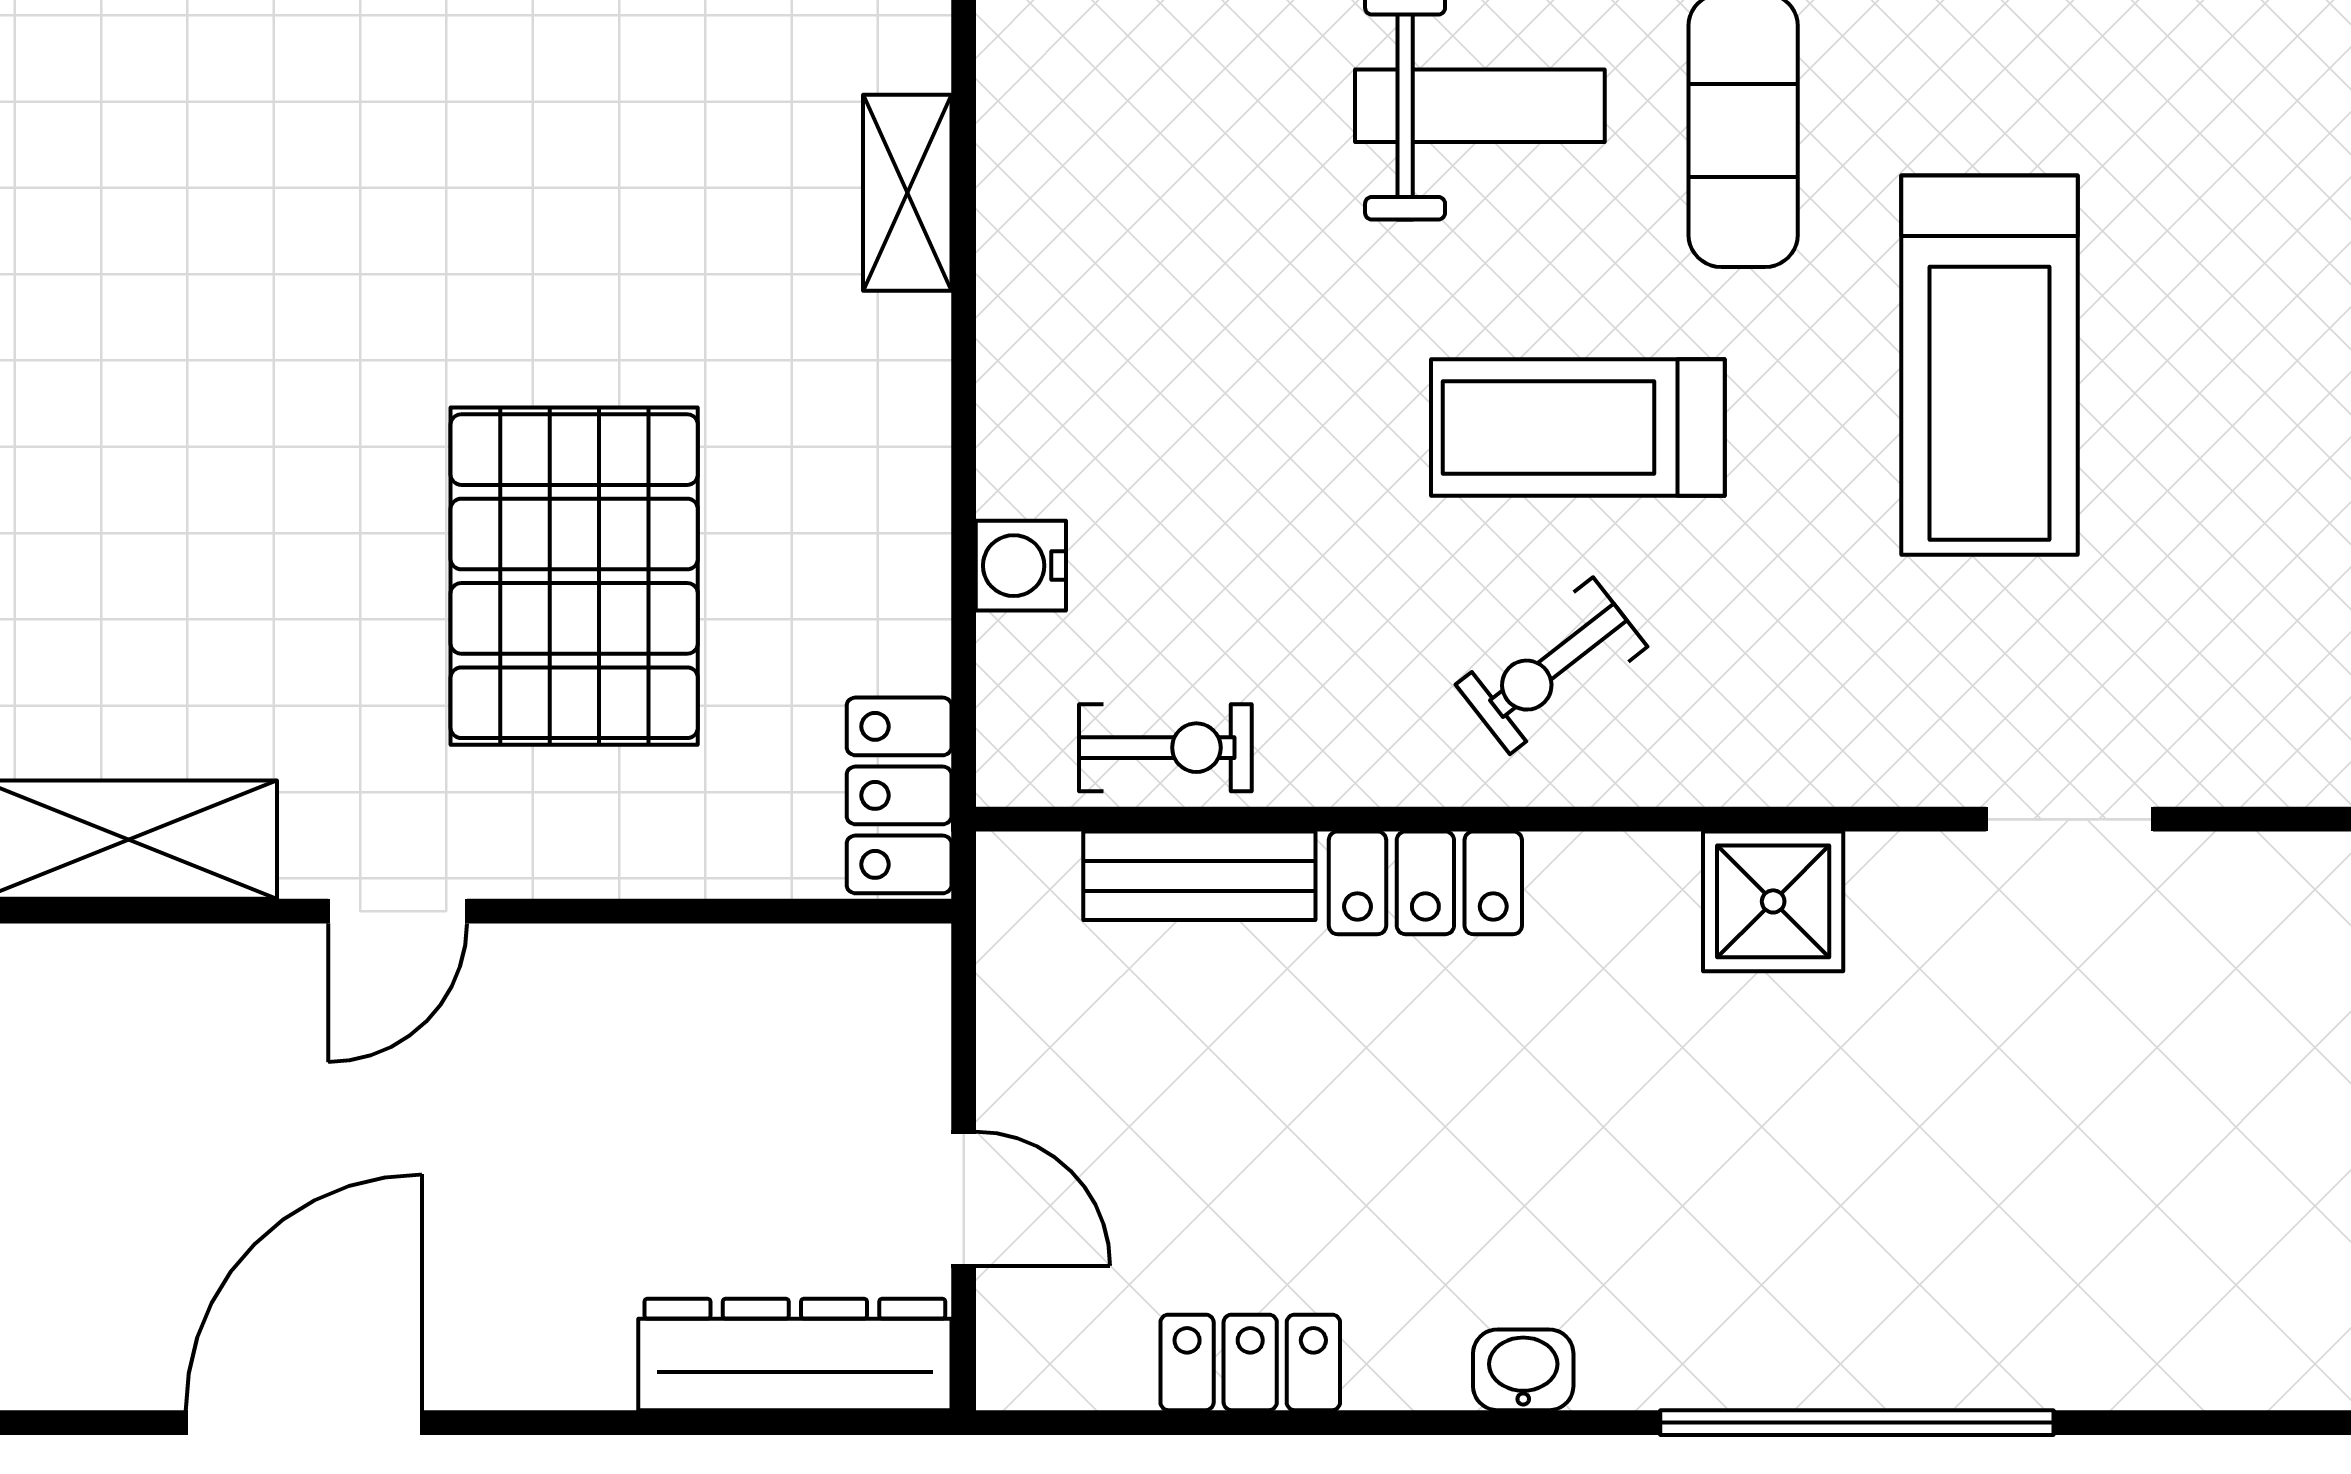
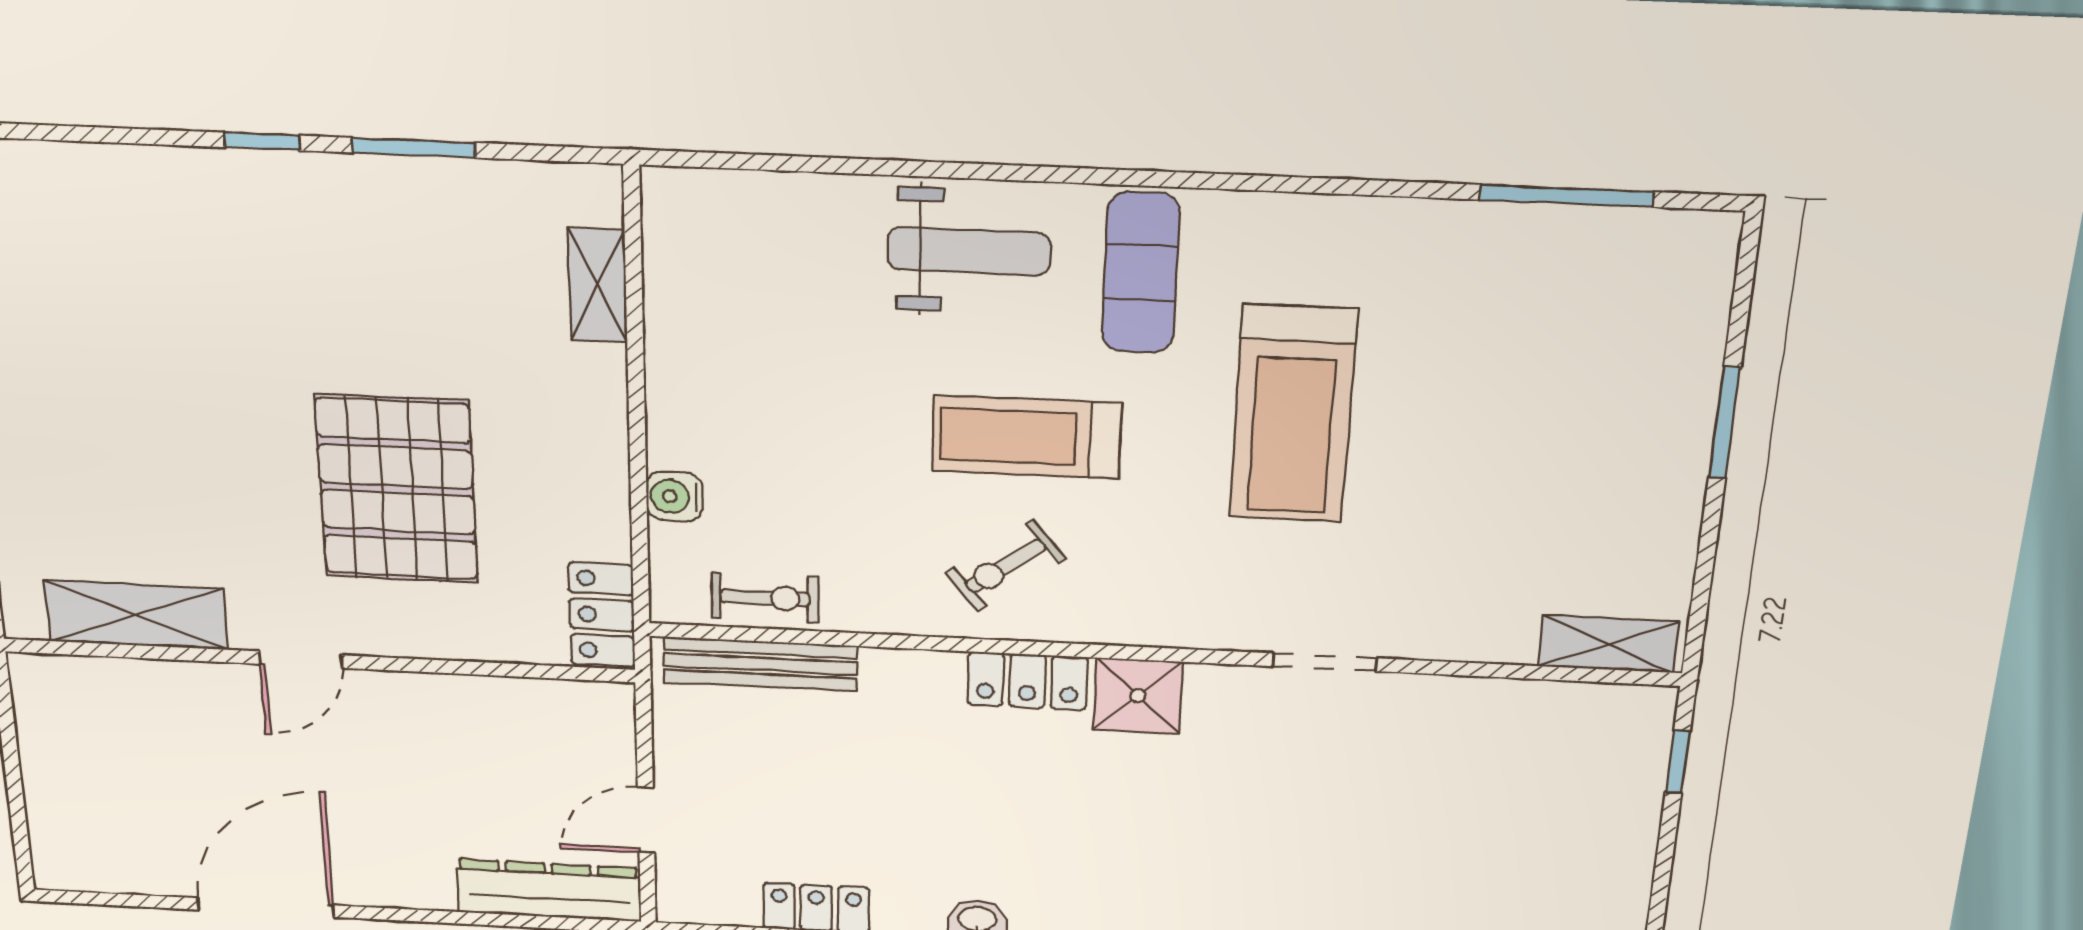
bench: (1199, 876) -> (760, 664), width x1.36
locker: (1425, 883) -> (1027, 681), moved
door: (964, 1199) -> (646, 820), swing flipped

